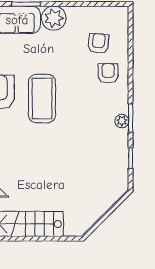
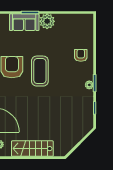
armchair: (98, 43) -> (75, 37), removed

